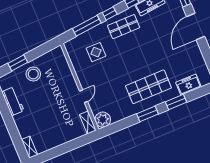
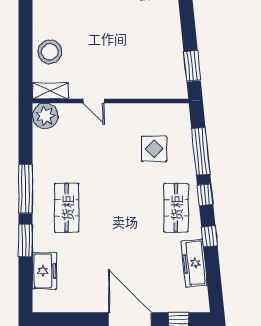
window: (18, 63) -> (192, 66), moved
stool: (33, 74) -> (50, 52), moved
shop shelf: (148, 87) -> (67, 208), width x0.70, depth x0.74
window: (147, 114) -> (26, 189), width x1.44

